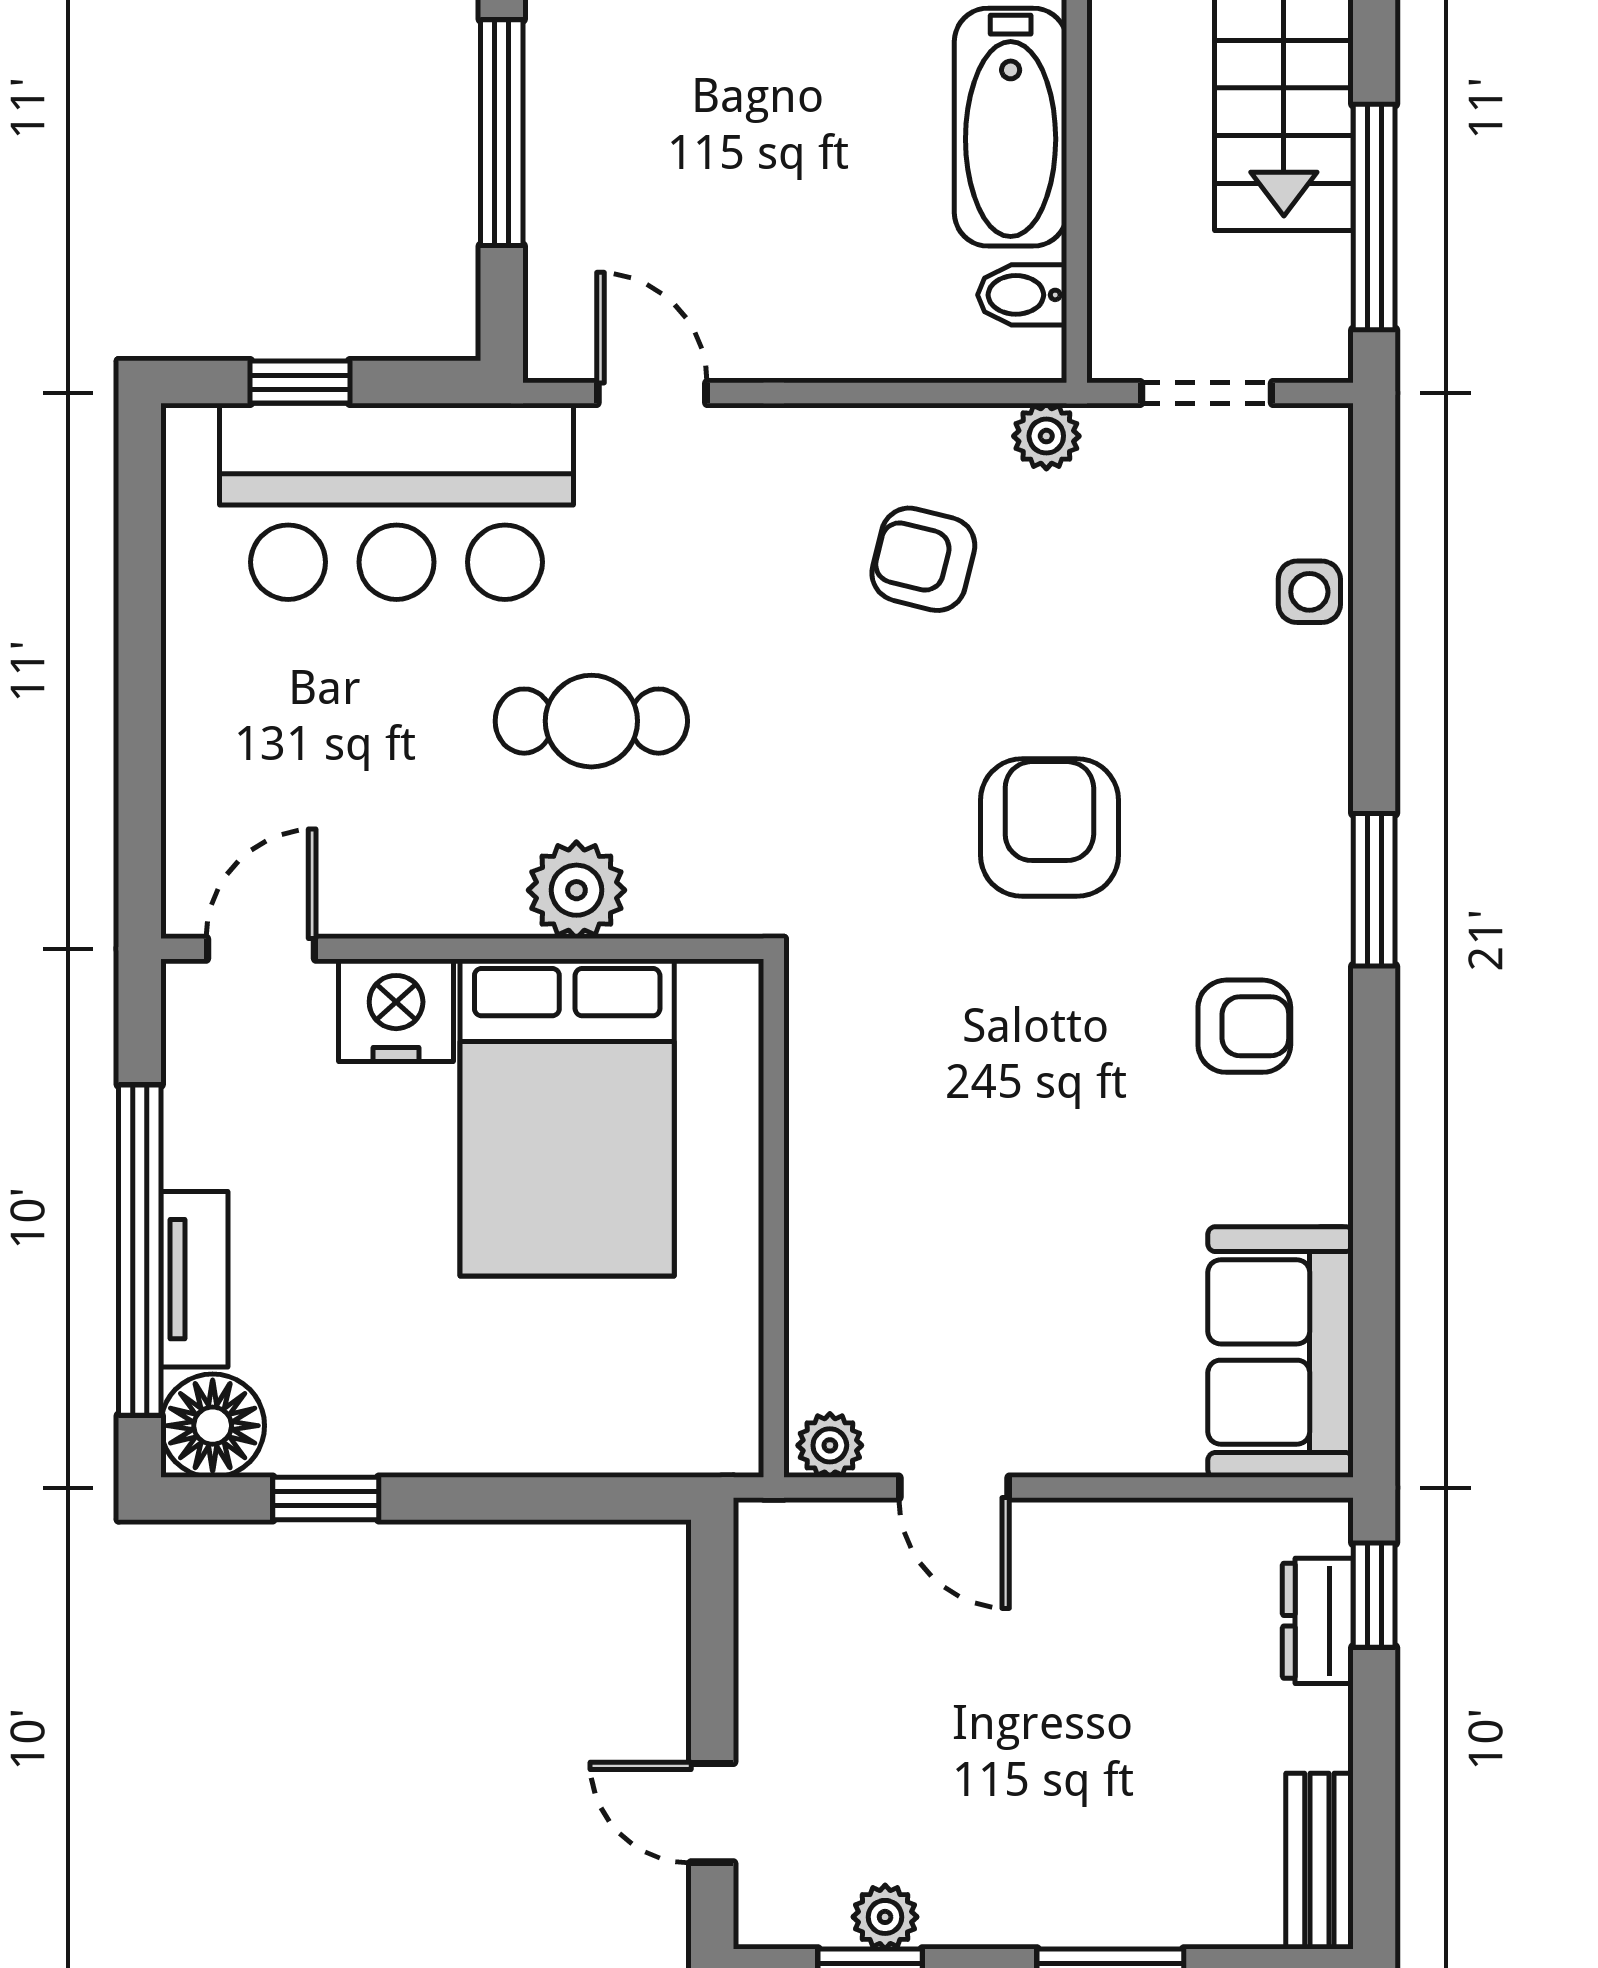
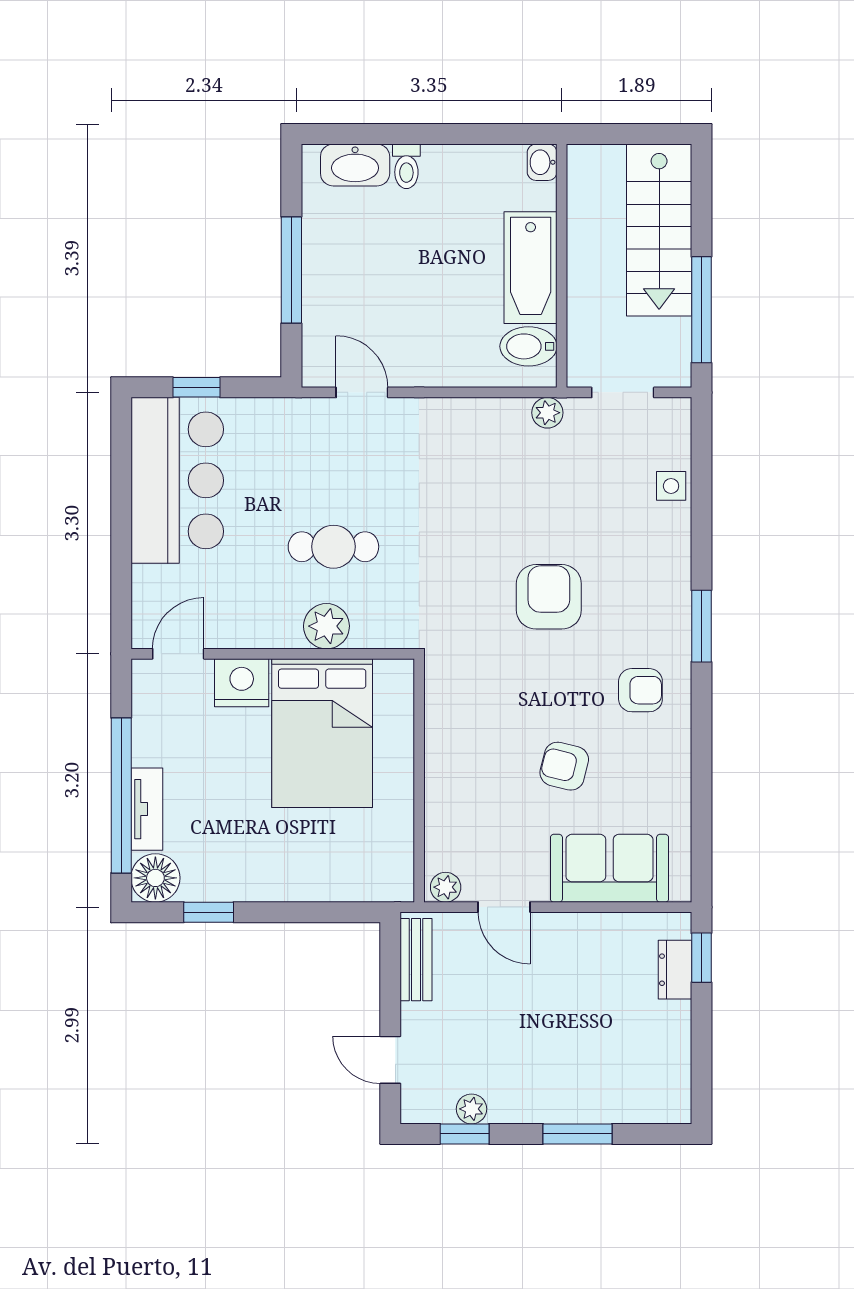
bidet: (1022, 295) -> (528, 346), width x1.38, depth x1.36
bar counter: (397, 501) -> (177, 480), moved, turned -90
armchair: (923, 559) -> (564, 766), moved
sofa: (1280, 1352) -> (609, 868), moved, turned 90
bench: (1319, 1861) -> (416, 960), moved

